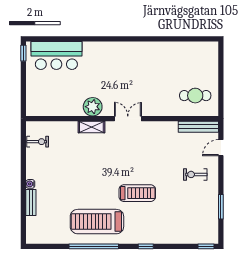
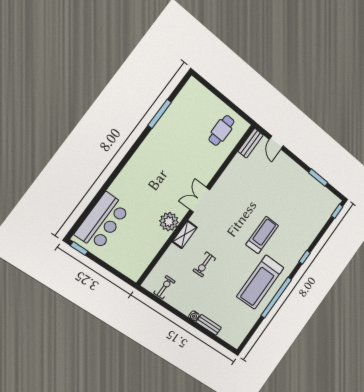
window: (170, 39) -> (160, 114), added
bench: (198, 127) -> (251, 143), width x0.73
exercise bike: (195, 174) -> (204, 264), moved

